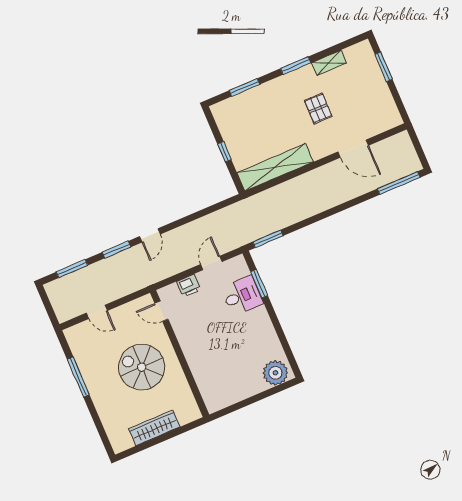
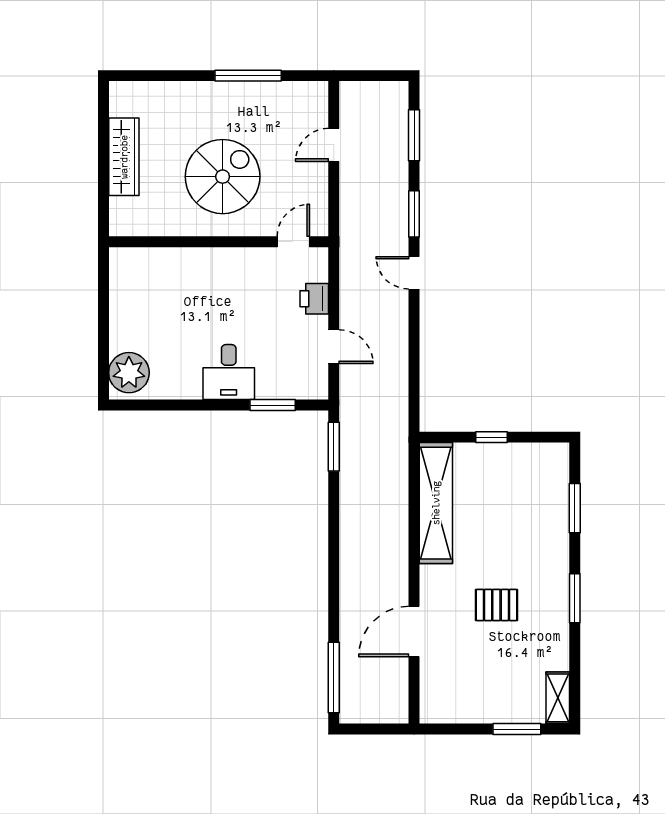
shelving: (329, 63) -> (558, 698), moved
desk: (242, 296) -> (229, 372), moved

